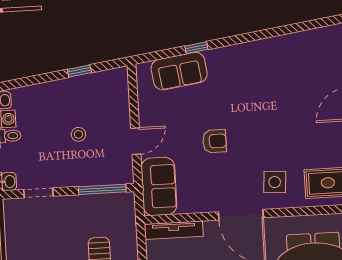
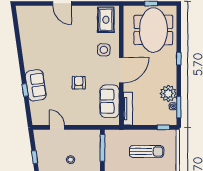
sofa: (179, 71) -> (36, 85), moved
door: (136, 141) -> (57, 127), moved
sofa: (159, 186) -> (110, 101), moved, turned -90

